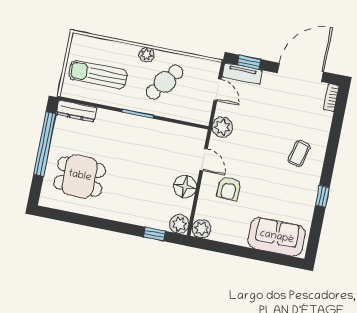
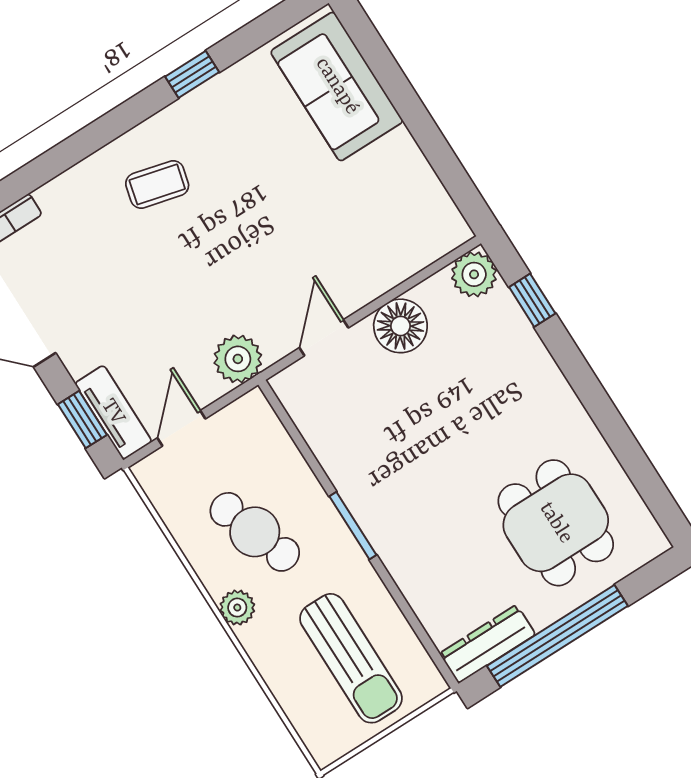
cafe table: (165, 82) -> (255, 532), turned 34
dresser: (76, 111) -> (488, 644), moved, turned -90
armchair: (229, 188) -> (332, 247), removed
plant: (202, 229) -> (446, 228), removed

